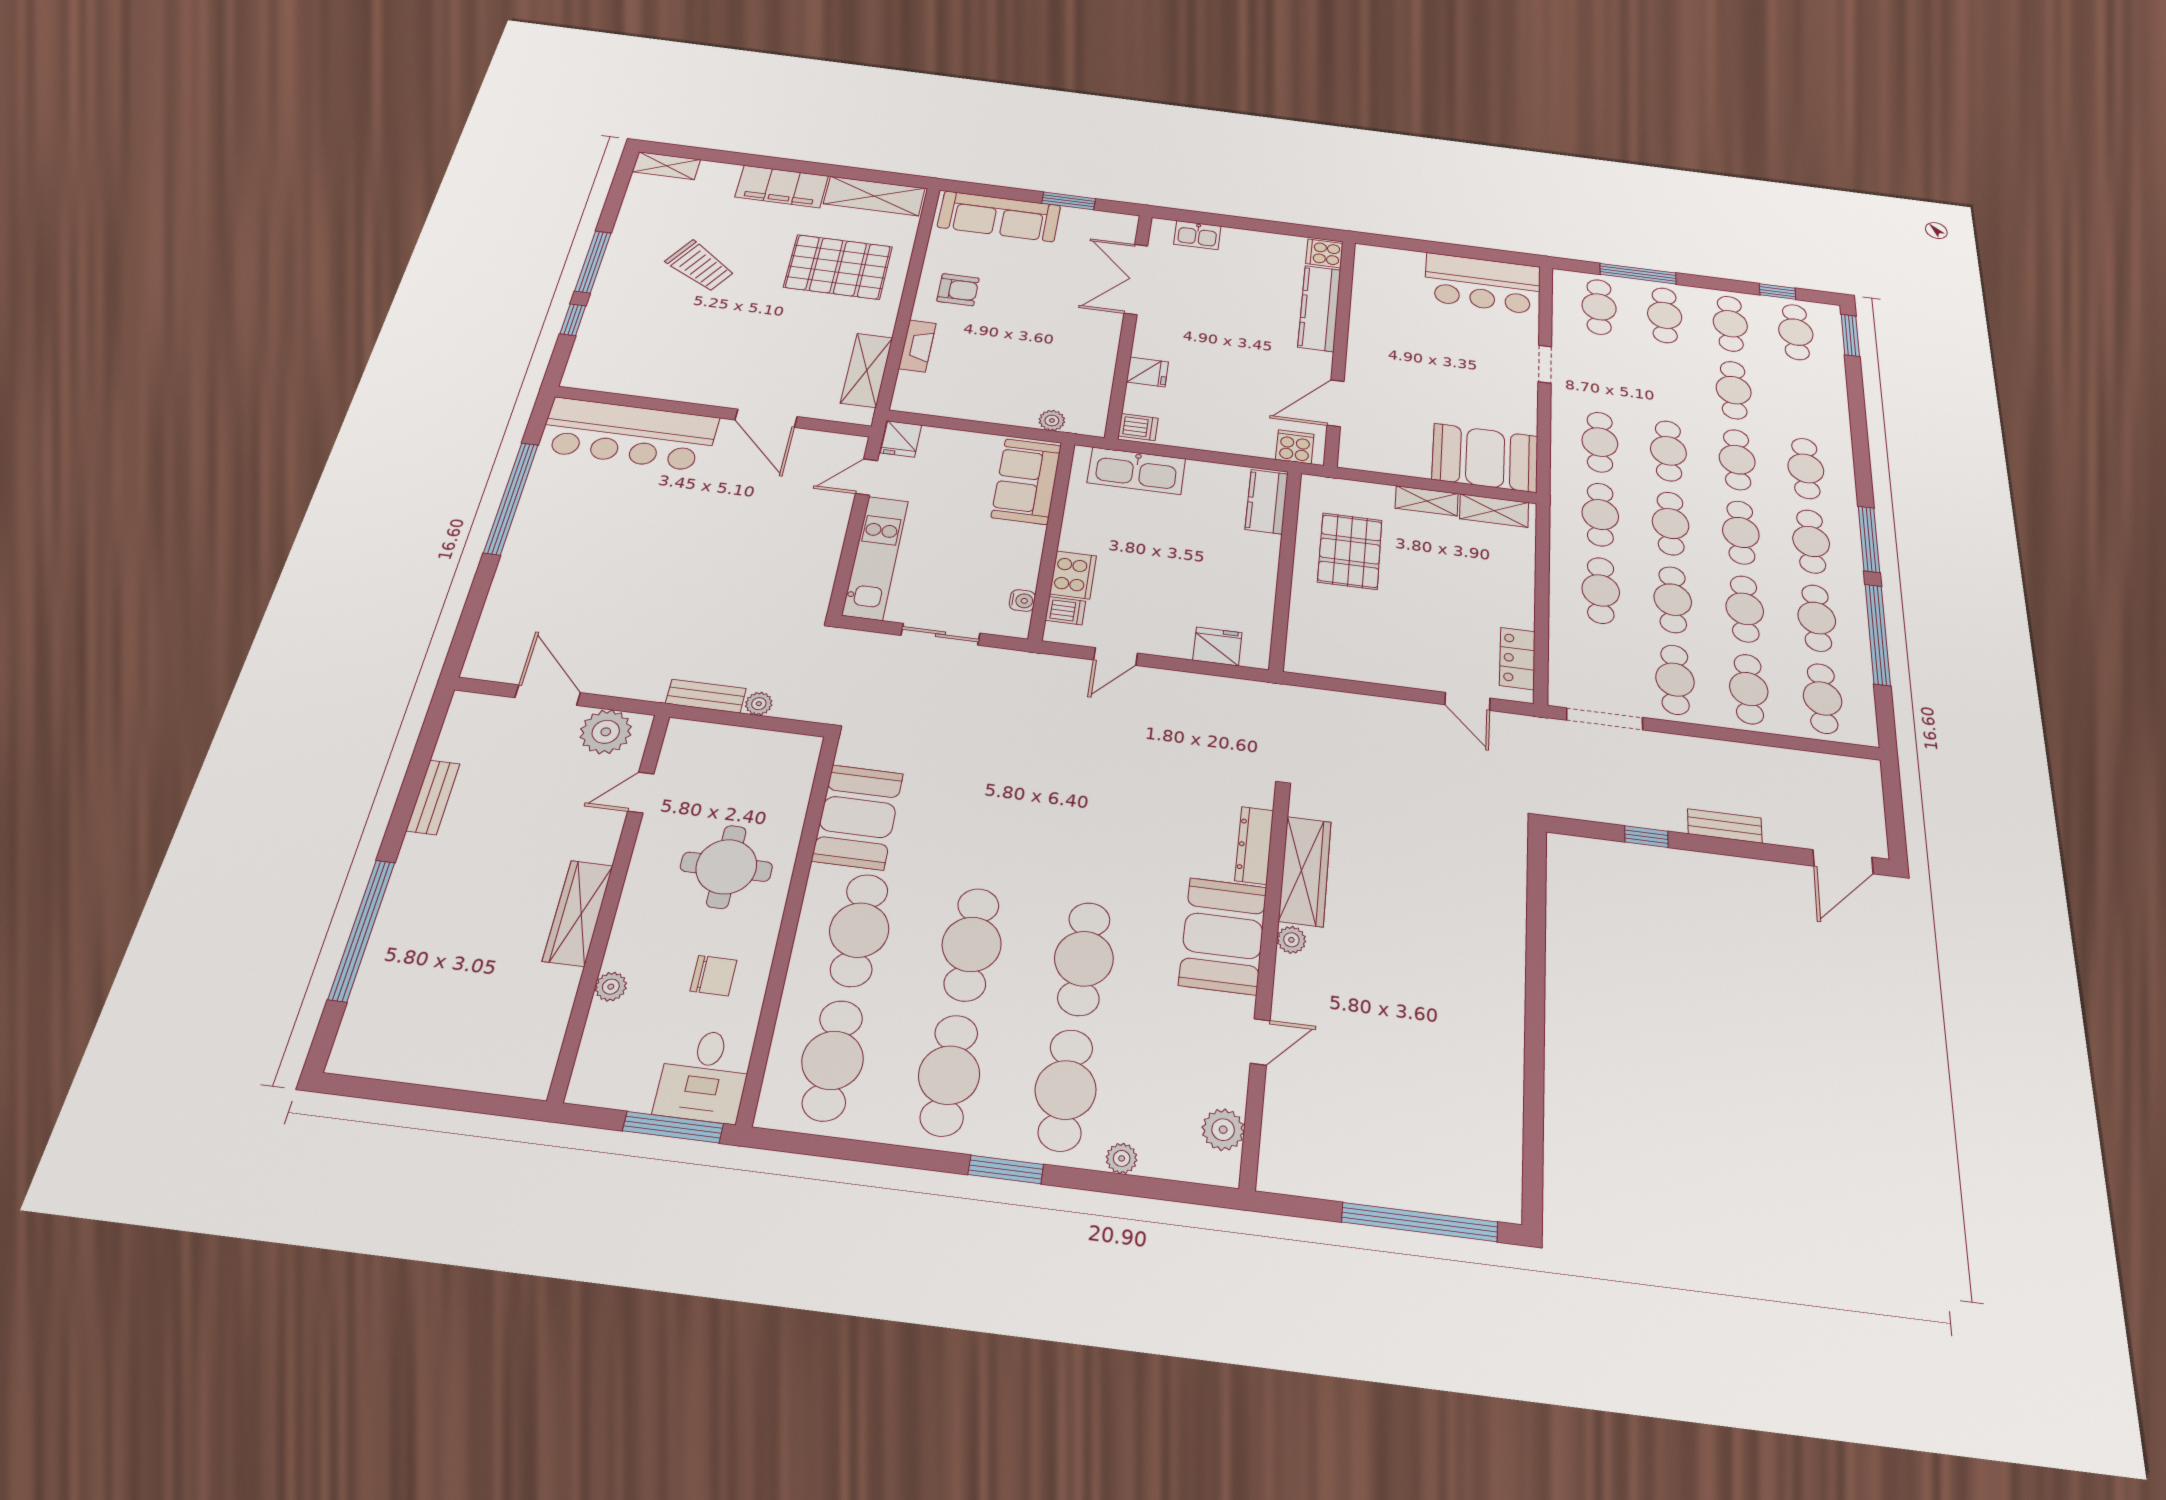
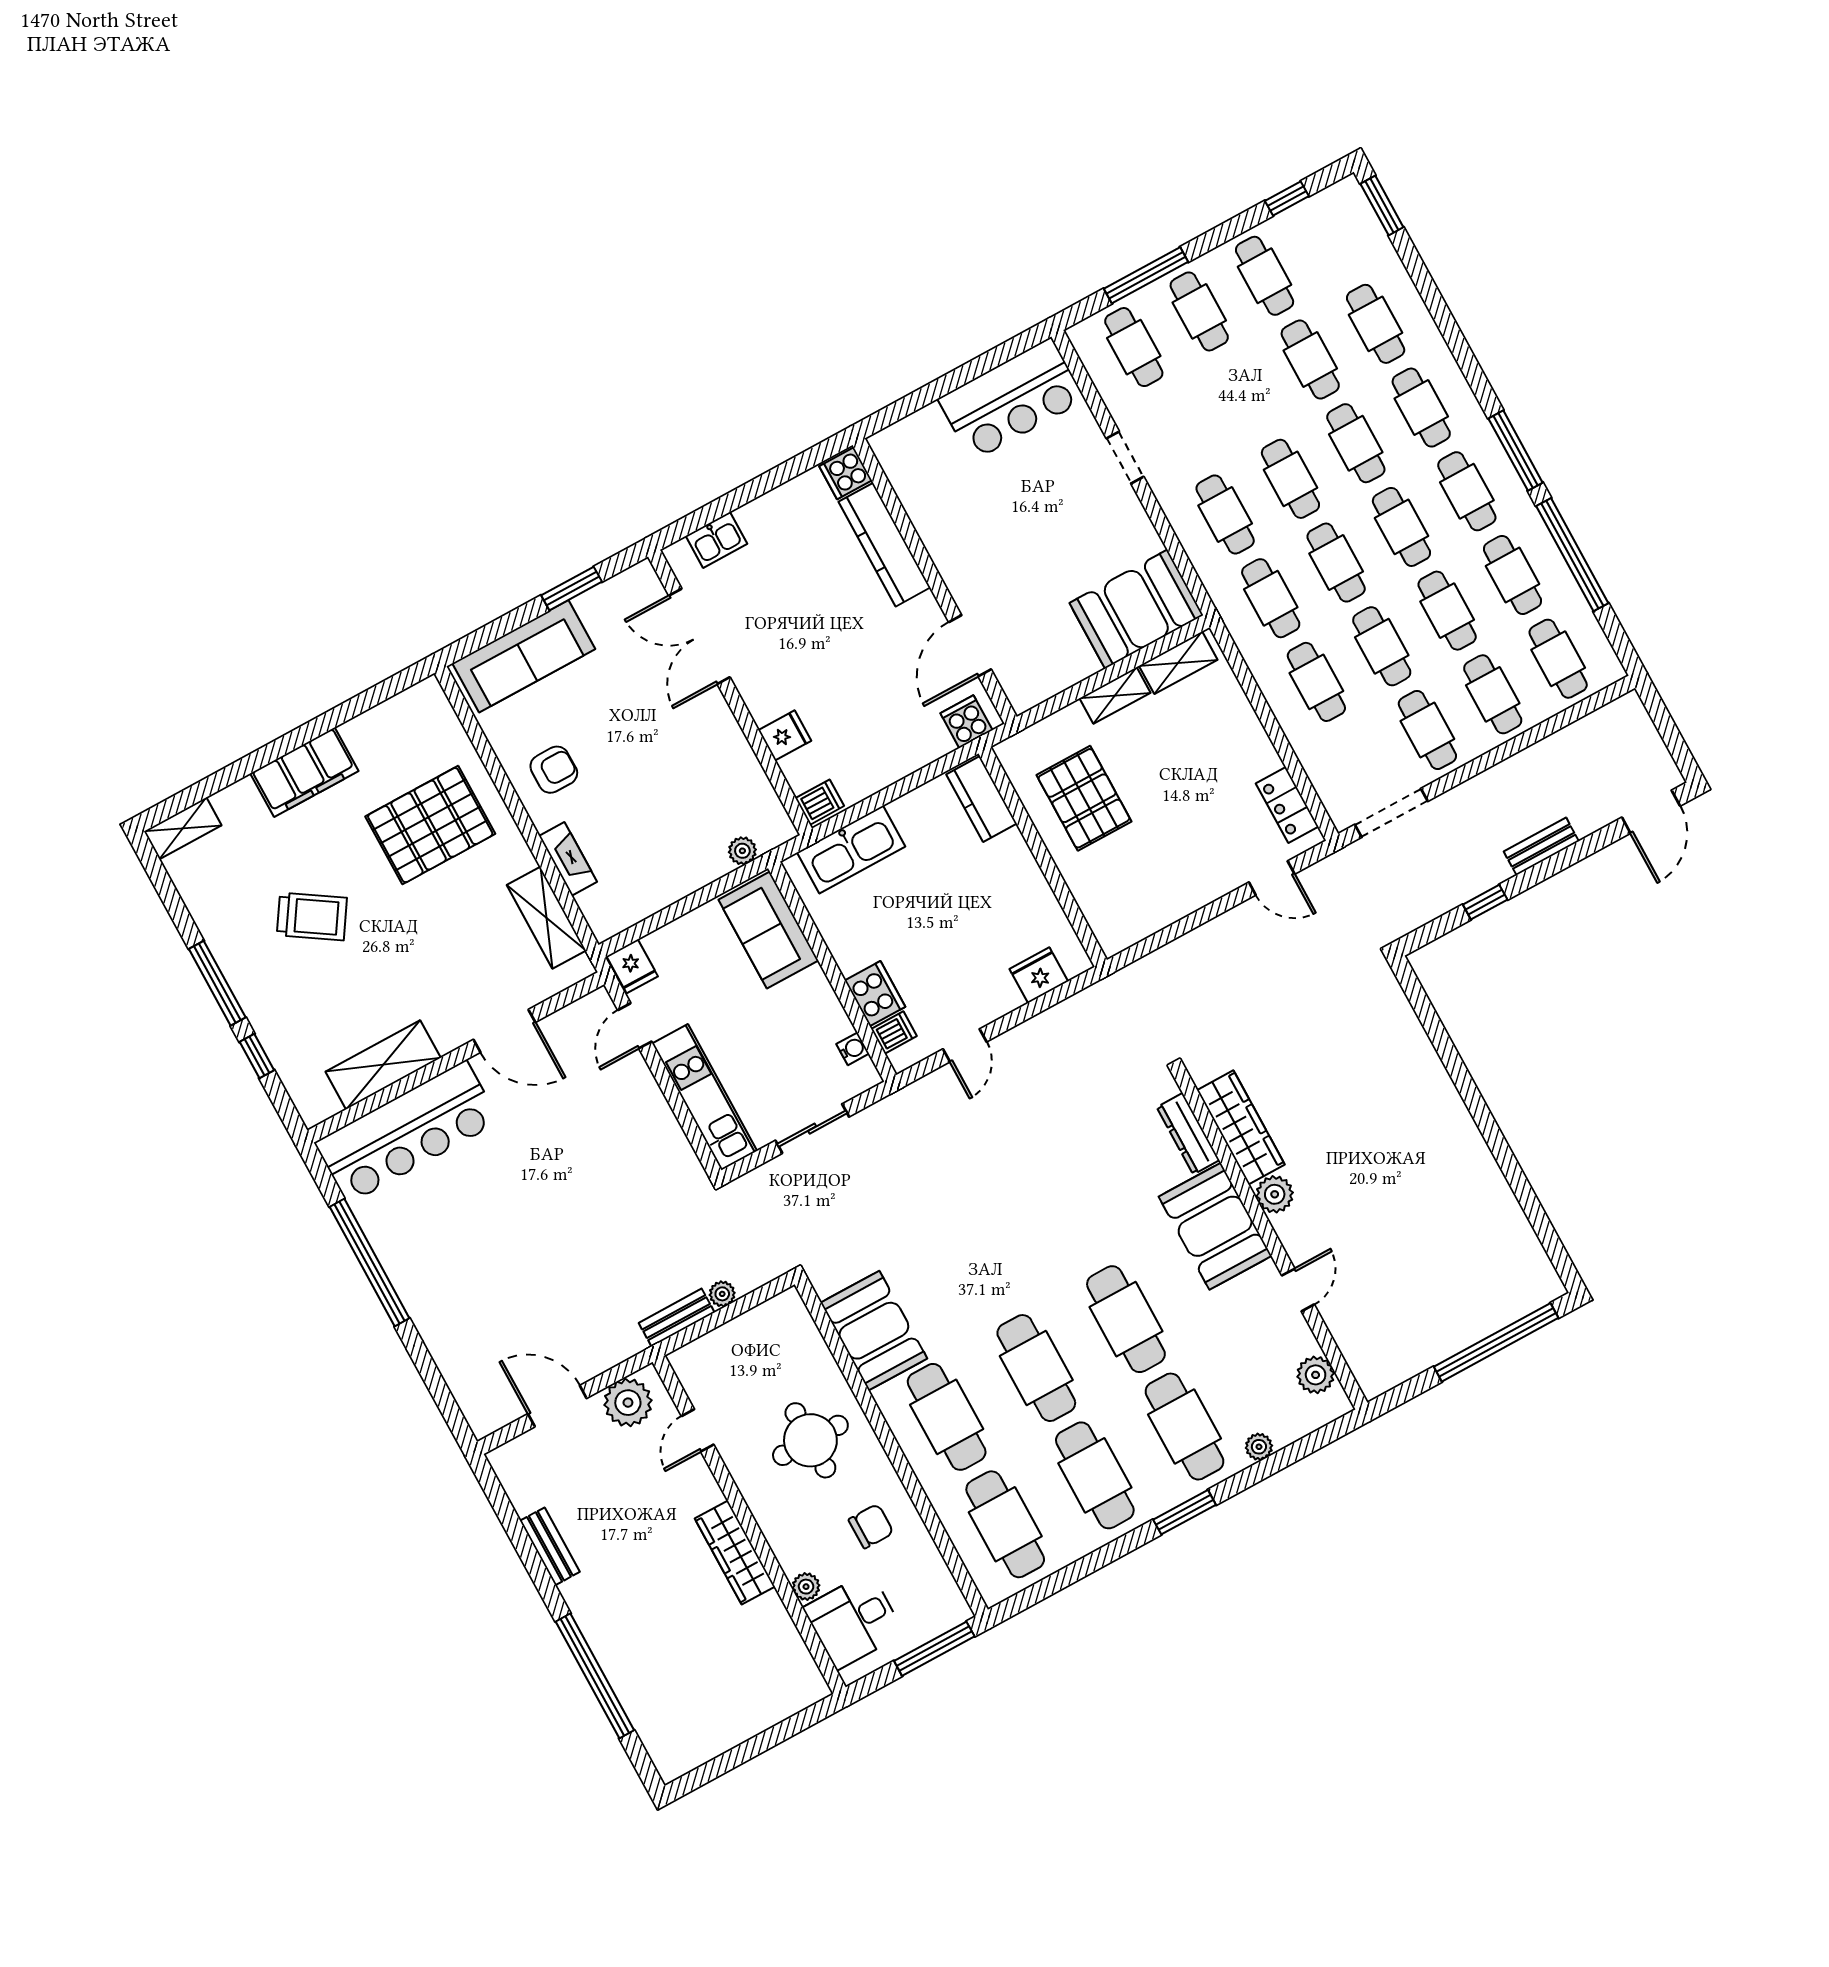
shelving: (874, 196) -> (383, 1065), moved
cafe table: (1796, 332) -> (1376, 324), moved
plant: (1291, 940) -> (1275, 1194), width x1.38, depth x1.38
desk: (704, 1076) -> (854, 1621), moved, turned 90

